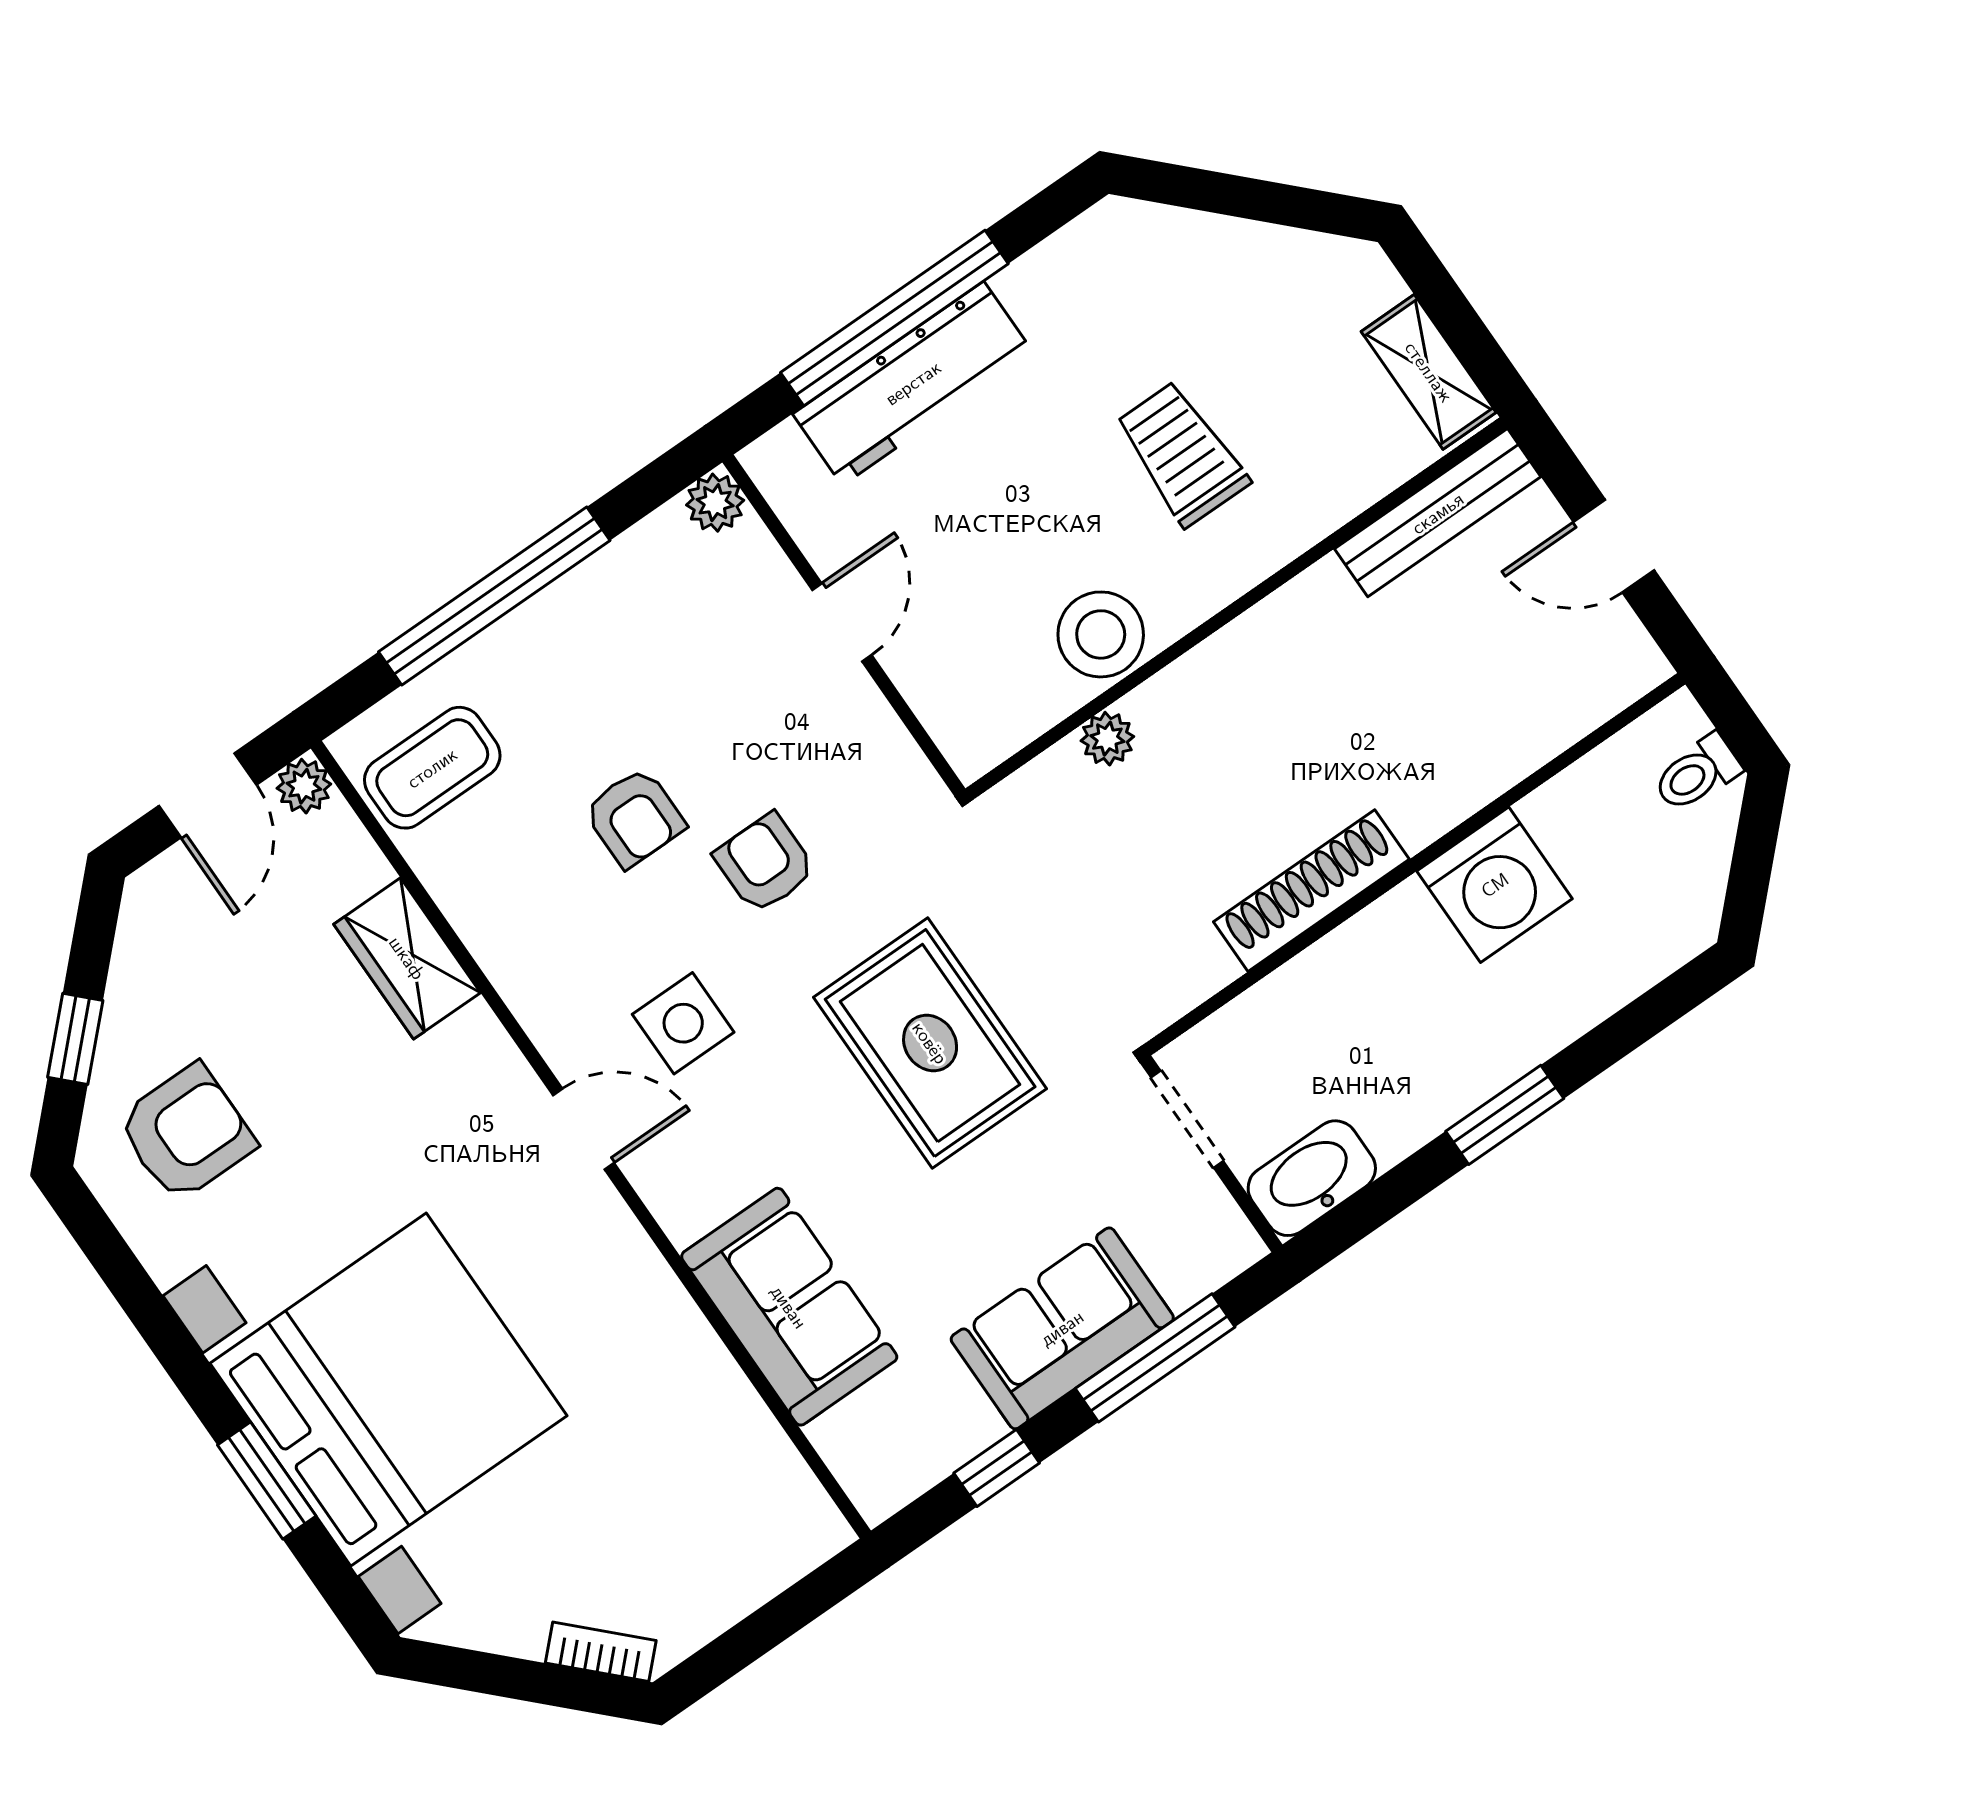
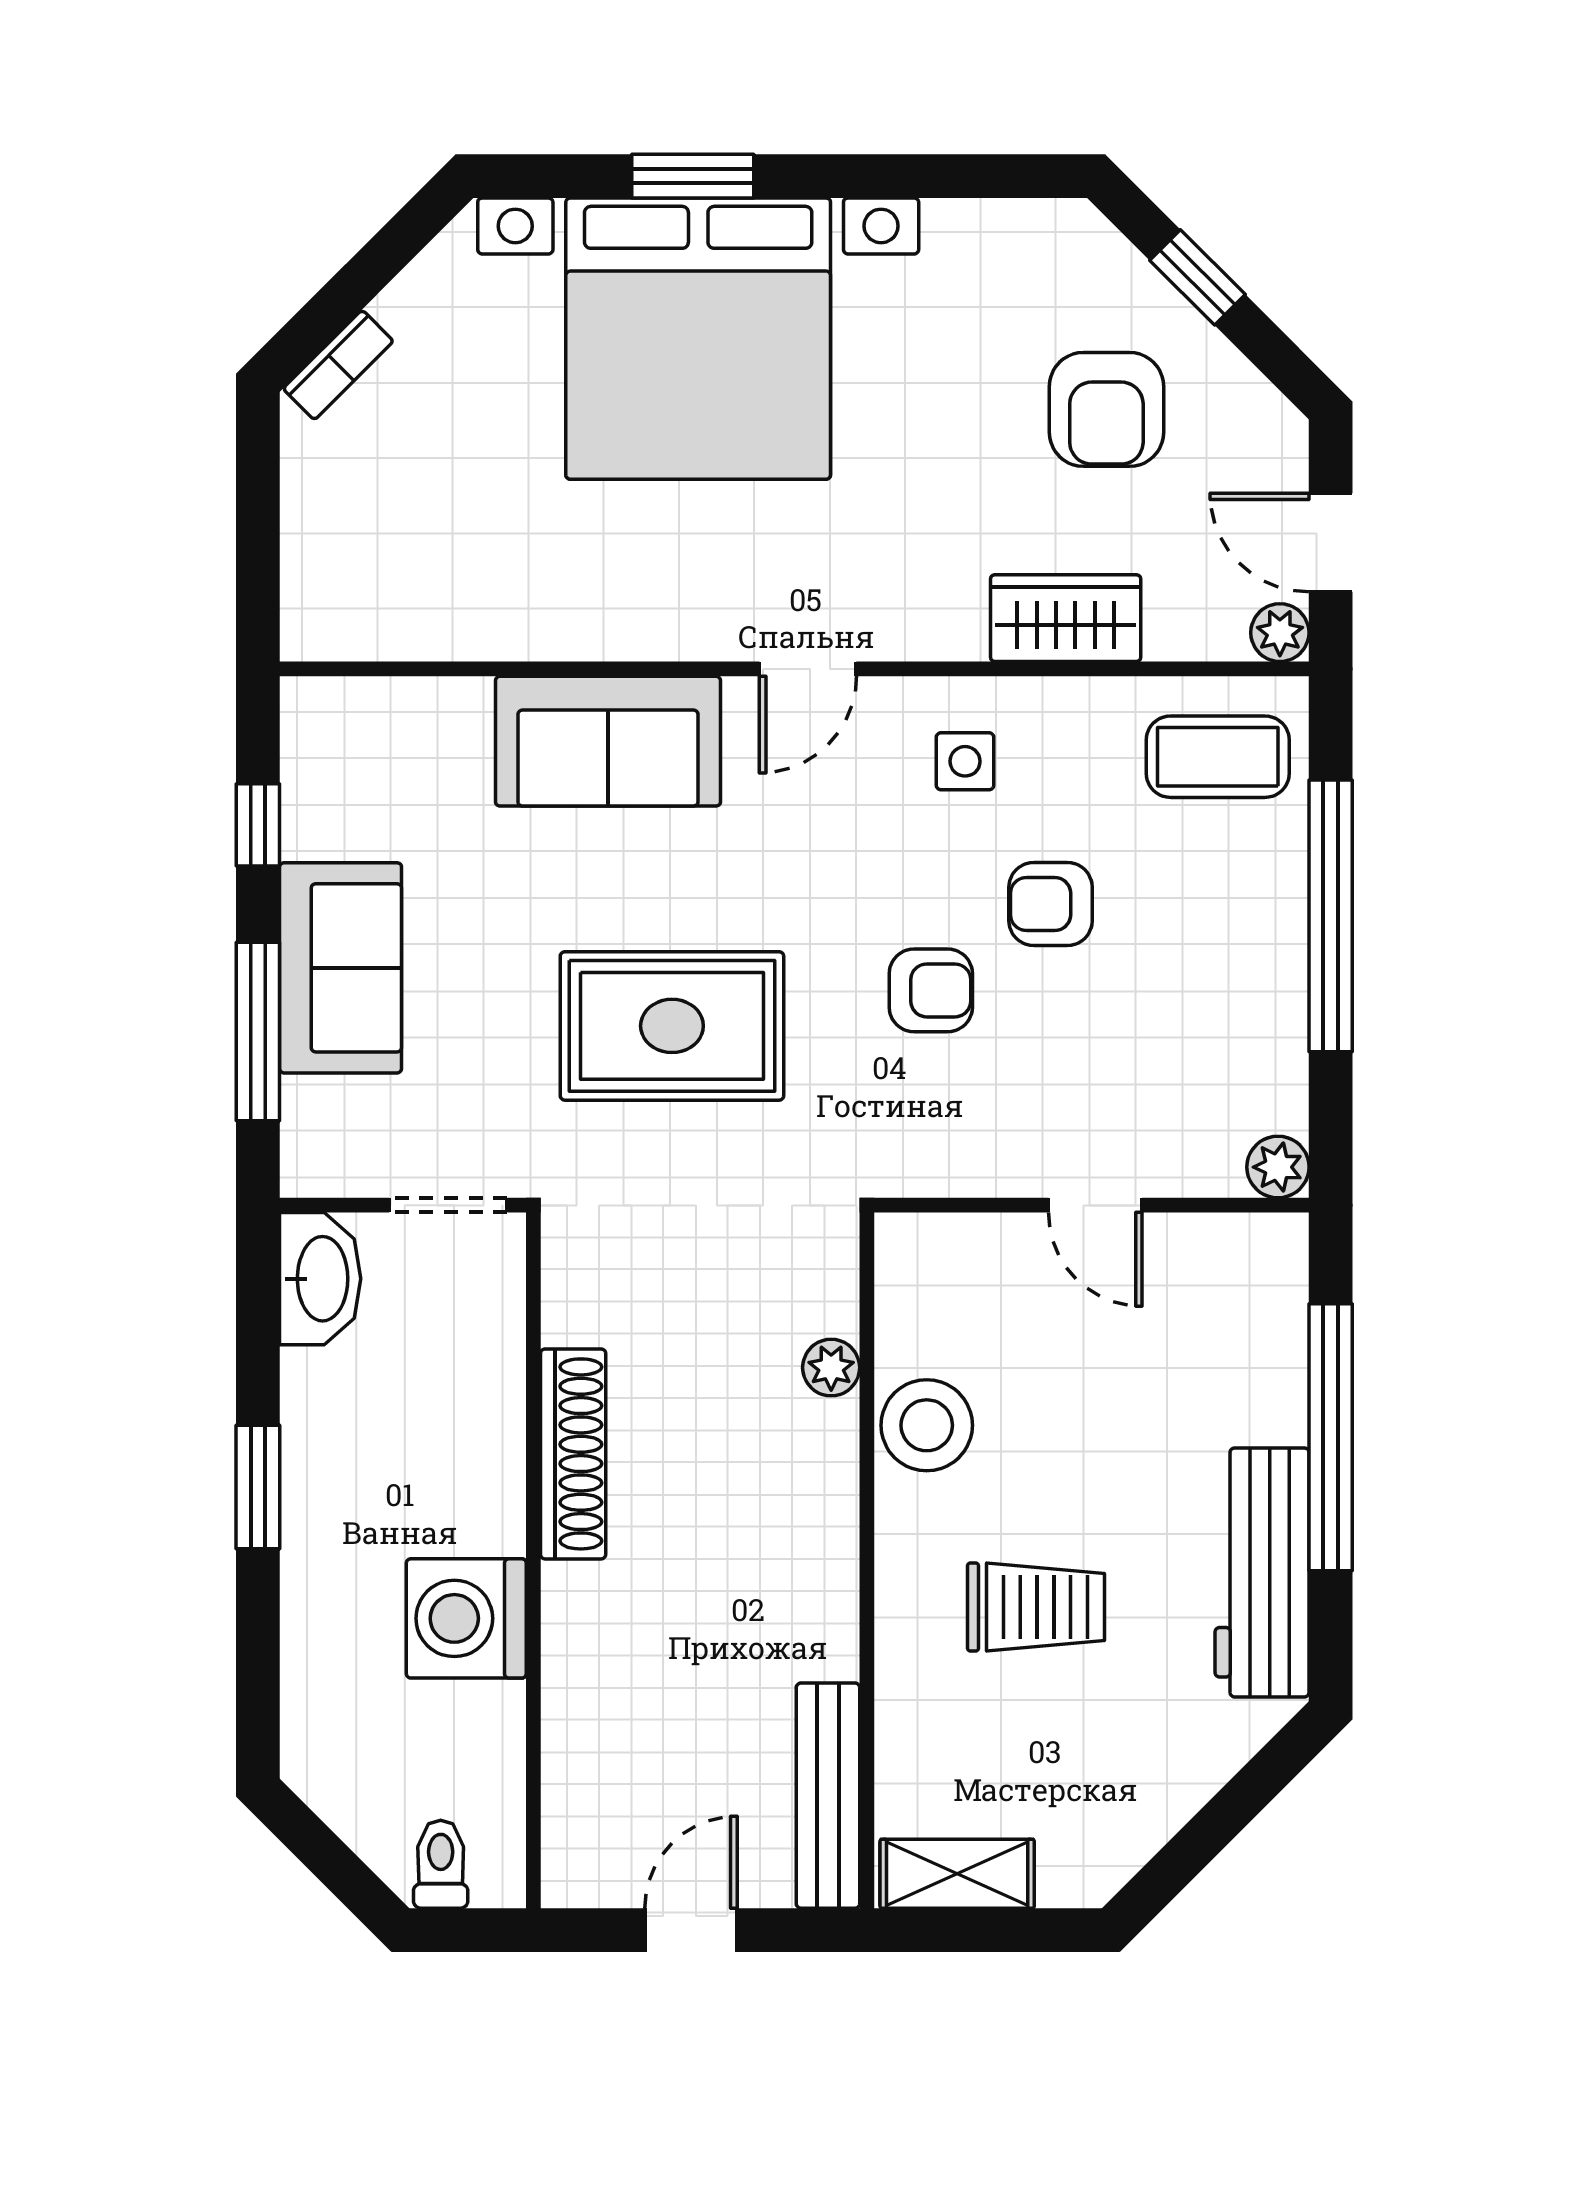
workbench: (913, 383) -> (1262, 1572), moved
coffee table: (432, 768) -> (1218, 757), turned 90
side table: (683, 1023) -> (965, 761), moved, width x0.73, depth x0.73
armchair: (186, 1133) -> (1106, 409), moved
sofa: (789, 1307) -> (608, 741), moved

